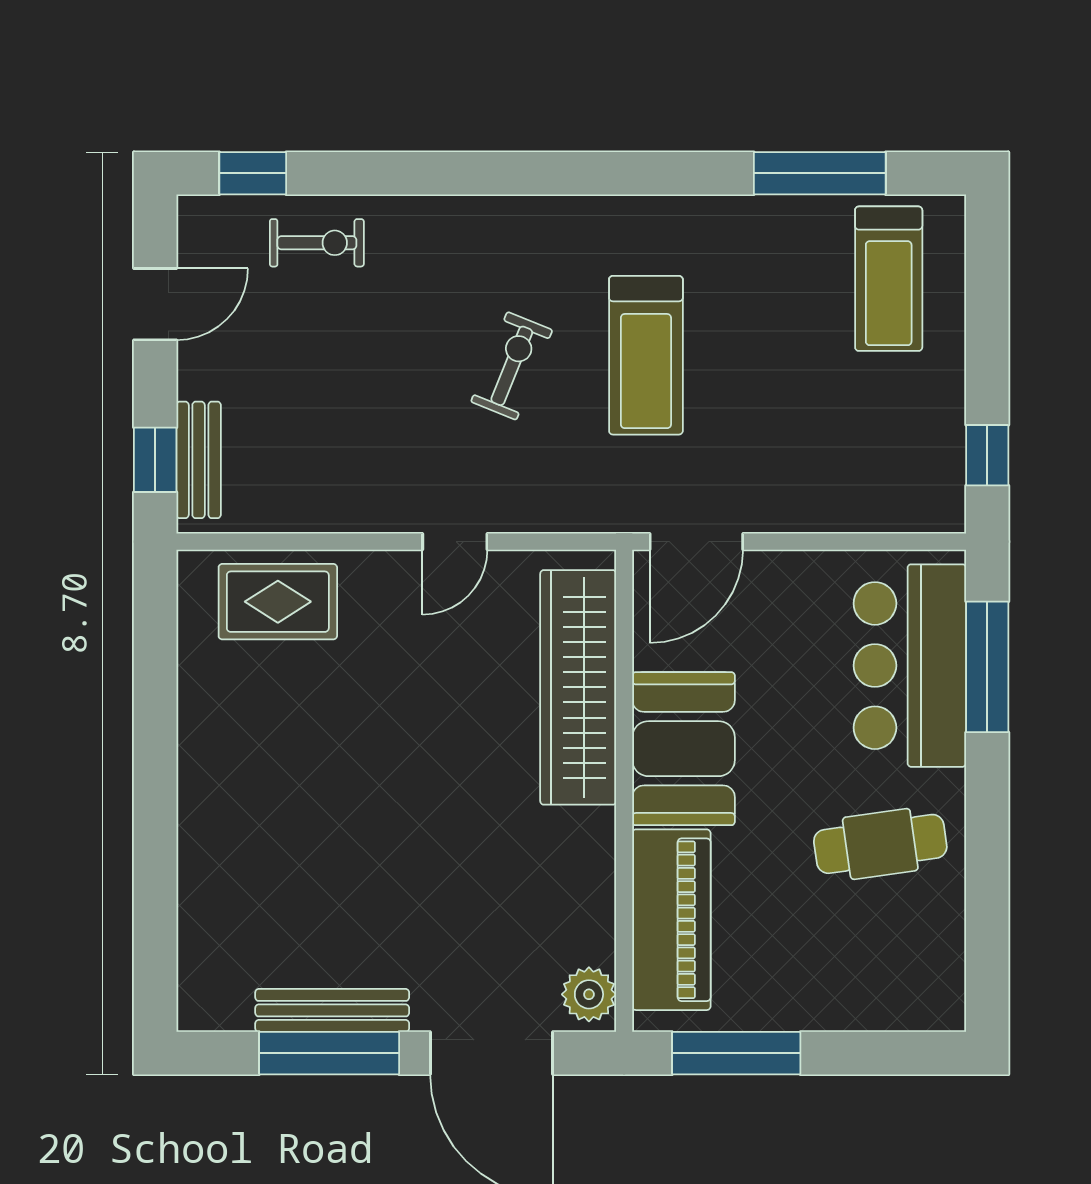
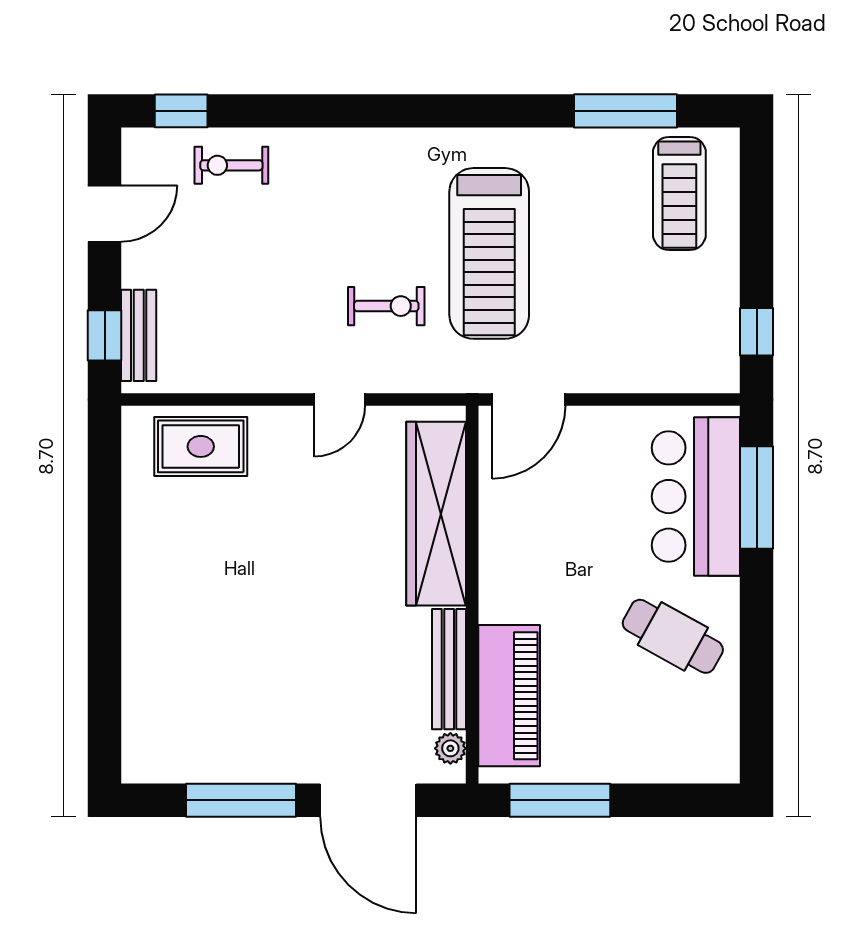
exercise bike: (317, 243) -> (231, 165), turned 180
treadmill: (646, 355) -> (489, 253), width x1.37, depth x1.38
exercise bike: (512, 366) -> (386, 306), moved, turned 68
booth: (683, 749) -> (519, 562), removed
cafe table: (880, 844) -> (673, 636), turned 37
plant: (589, 994) -> (450, 748), width x0.73, depth x0.73
bench: (332, 1010) -> (449, 669), moved, turned 90

